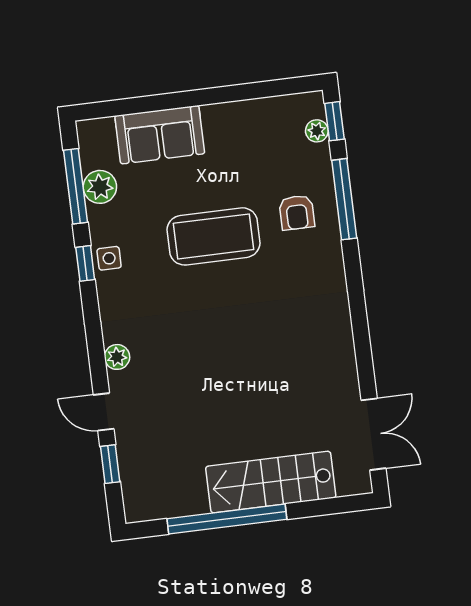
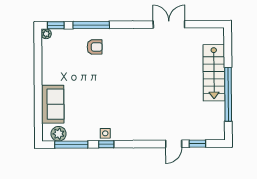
plant: (317, 131) -> (46, 34), moved
plant: (100, 187) -> (59, 134), moved
coffee table: (214, 236) -> (101, 85), removed
plant: (117, 357) -> (150, 135), removed
double door: (373, 434) -> (169, 24), moved

